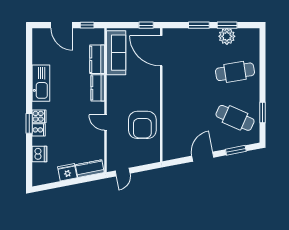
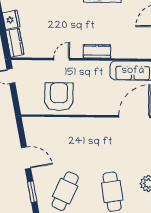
kitchen counter: (97, 59) -> (126, 51), removed
armchair: (142, 125) -> (59, 97), turned 90

